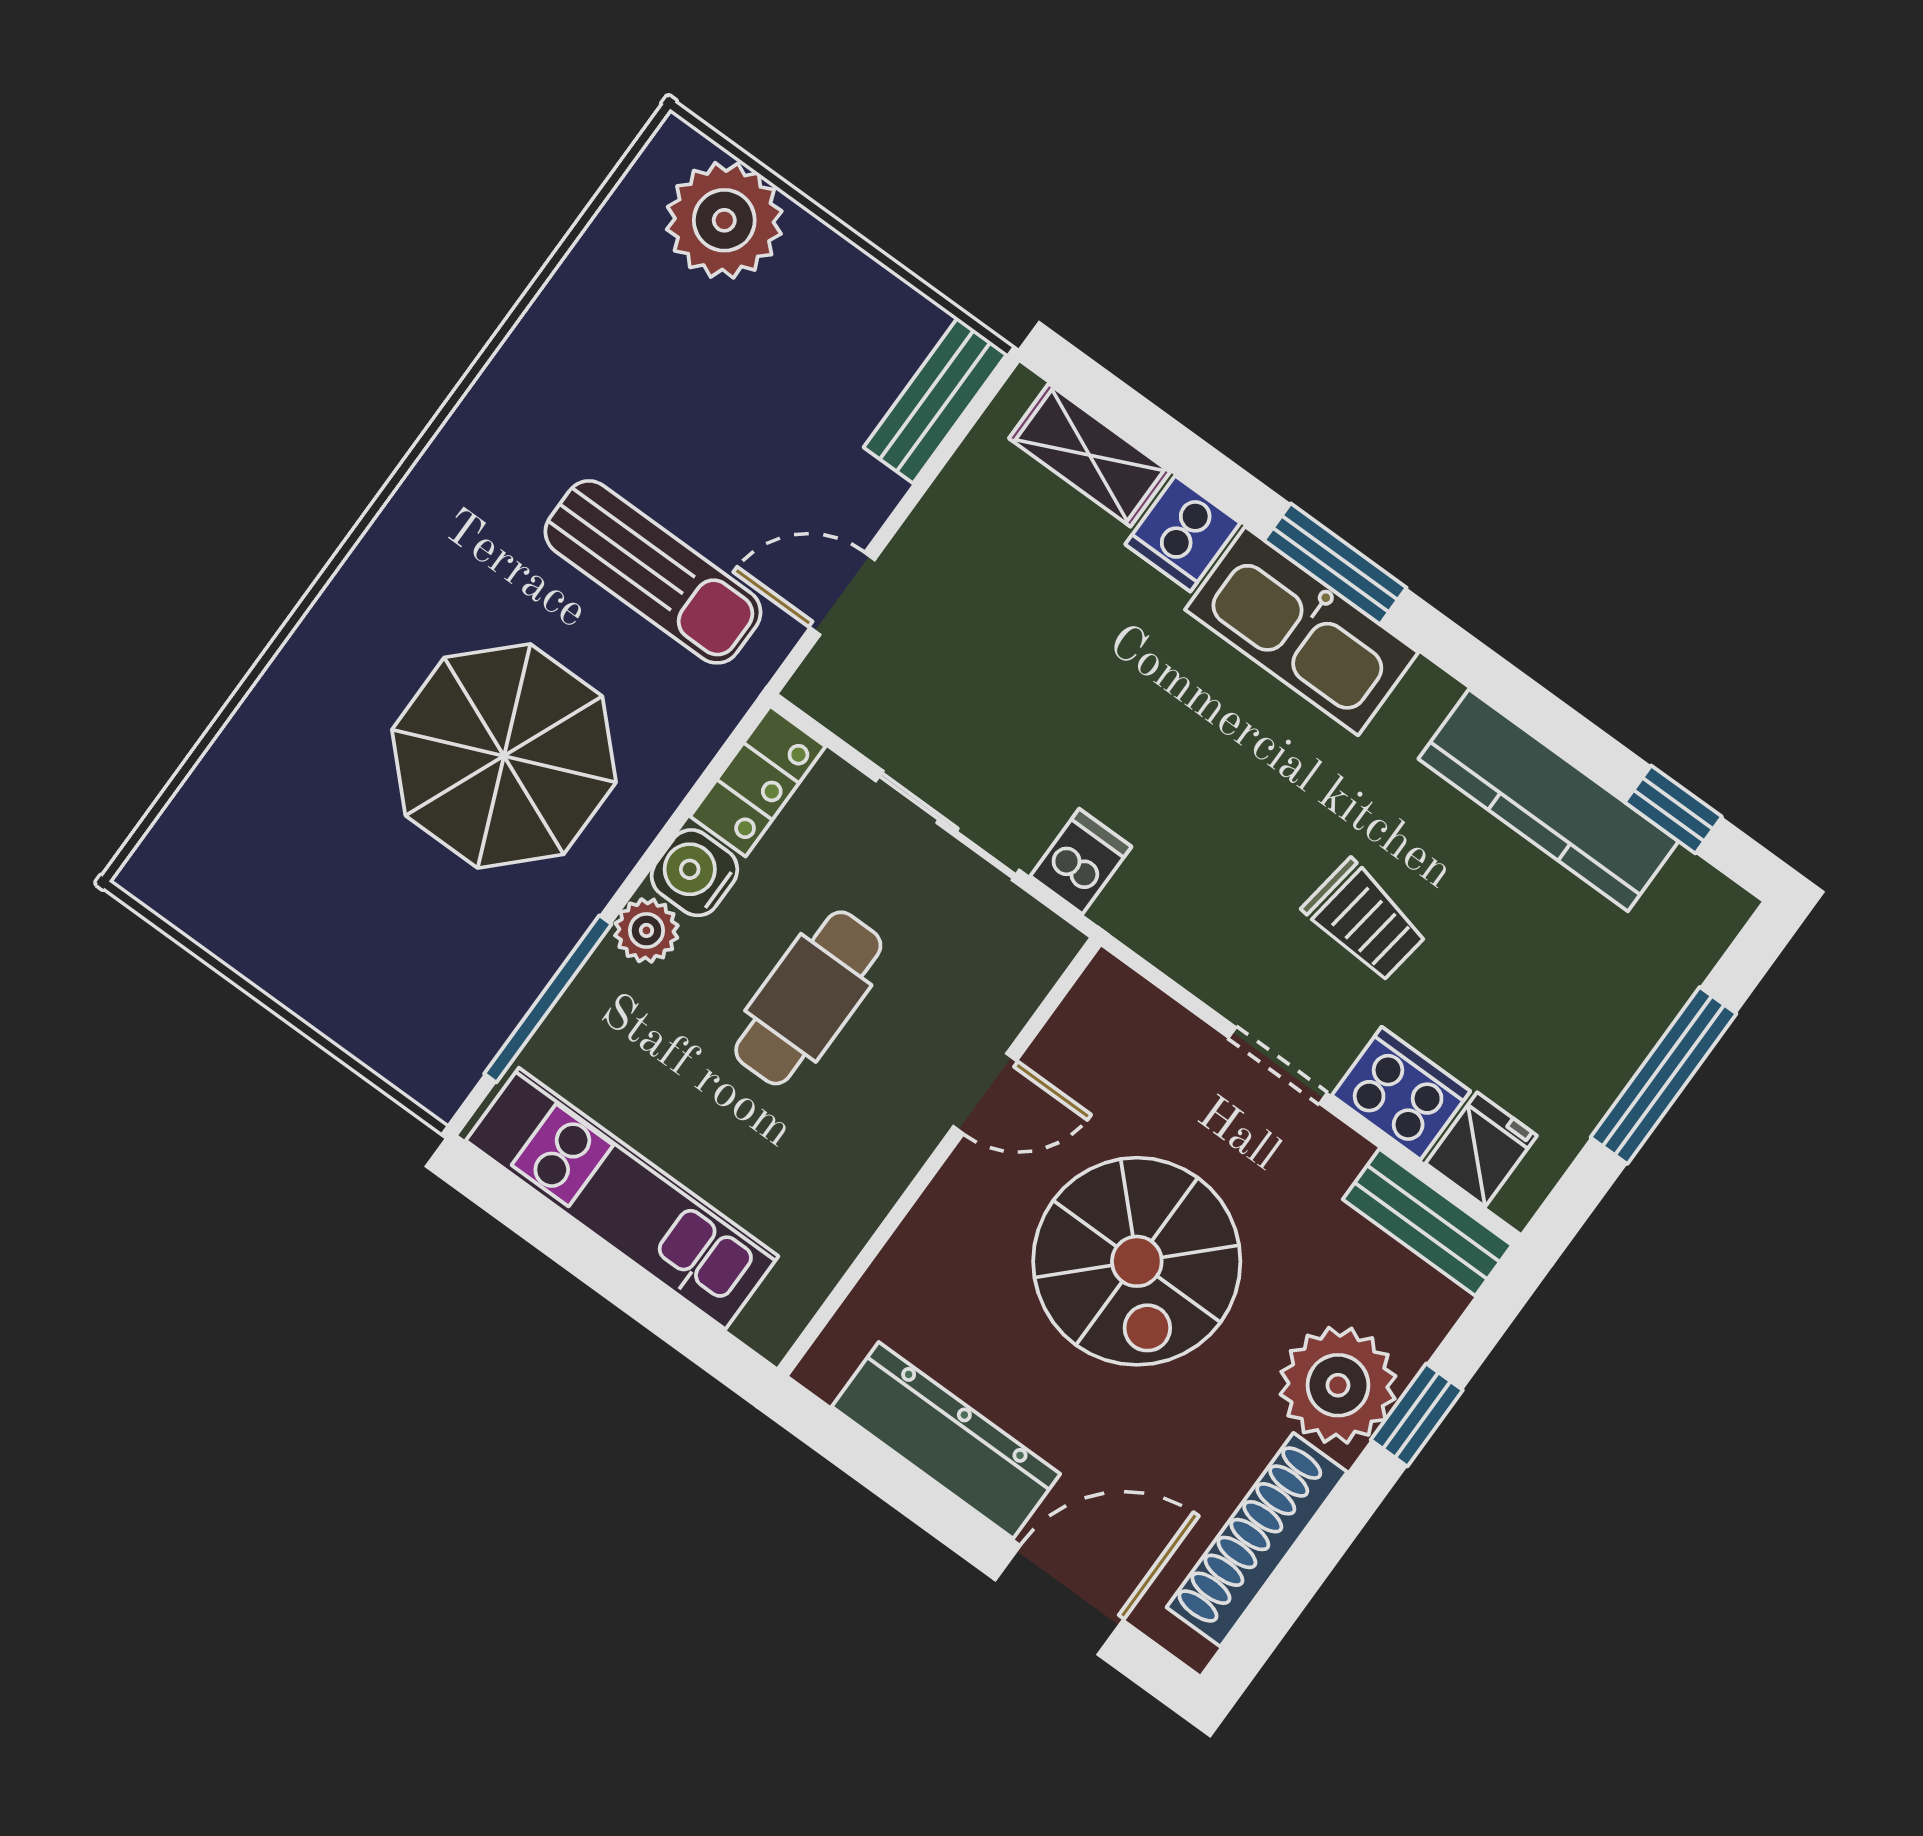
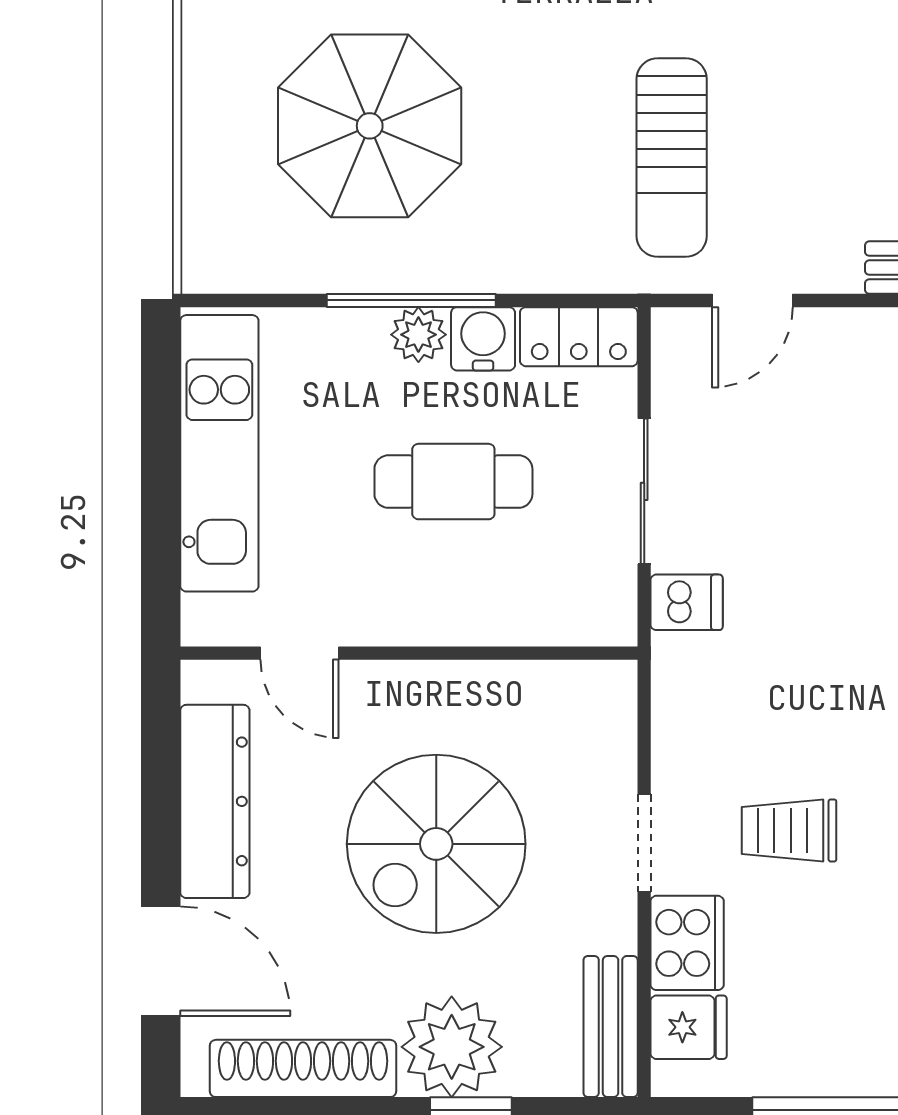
door: (842, 594) -> (752, 300), swing flipped
parasol: (504, 756) -> (370, 126), moved
trolley: (1365, 921) -> (789, 830), turned 82
window: (548, 999) -> (411, 300), moved
door: (985, 1094) -> (300, 653), moved

